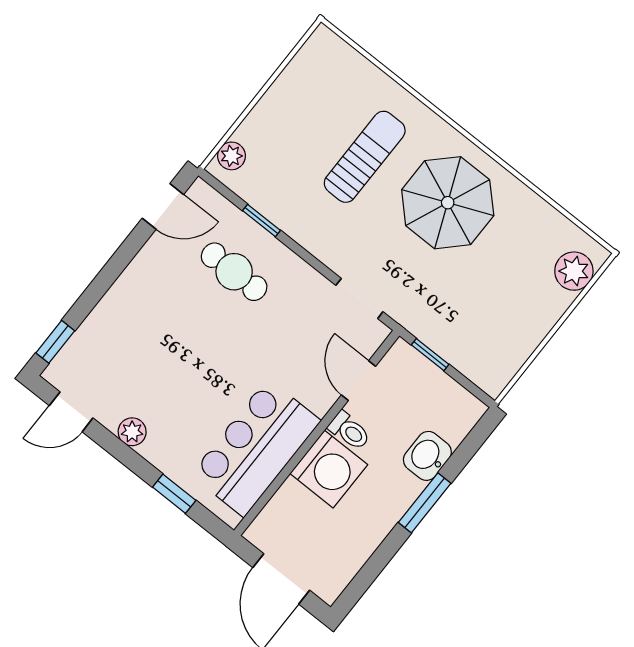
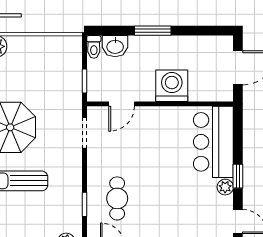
toilet: (349, 431) -> (94, 47), moved, turned 180
bar counter: (256, 448) -> (213, 142), moved, turned 90
washbasin: (427, 456) -> (115, 46), moved
window: (174, 494) -> (238, 176), moved

